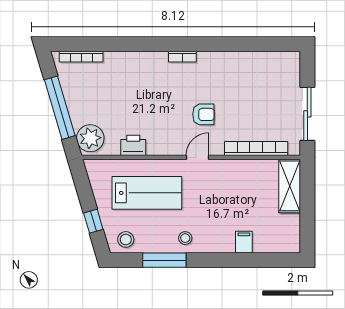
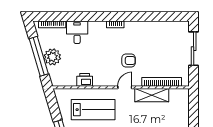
desk: (121, 69) -> (77, 32), added
sliding door: (307, 114) -> (194, 49), moved
plant: (90, 138) -> (52, 57), moved
shelving: (290, 186) -> (152, 95), moved, turned 90

